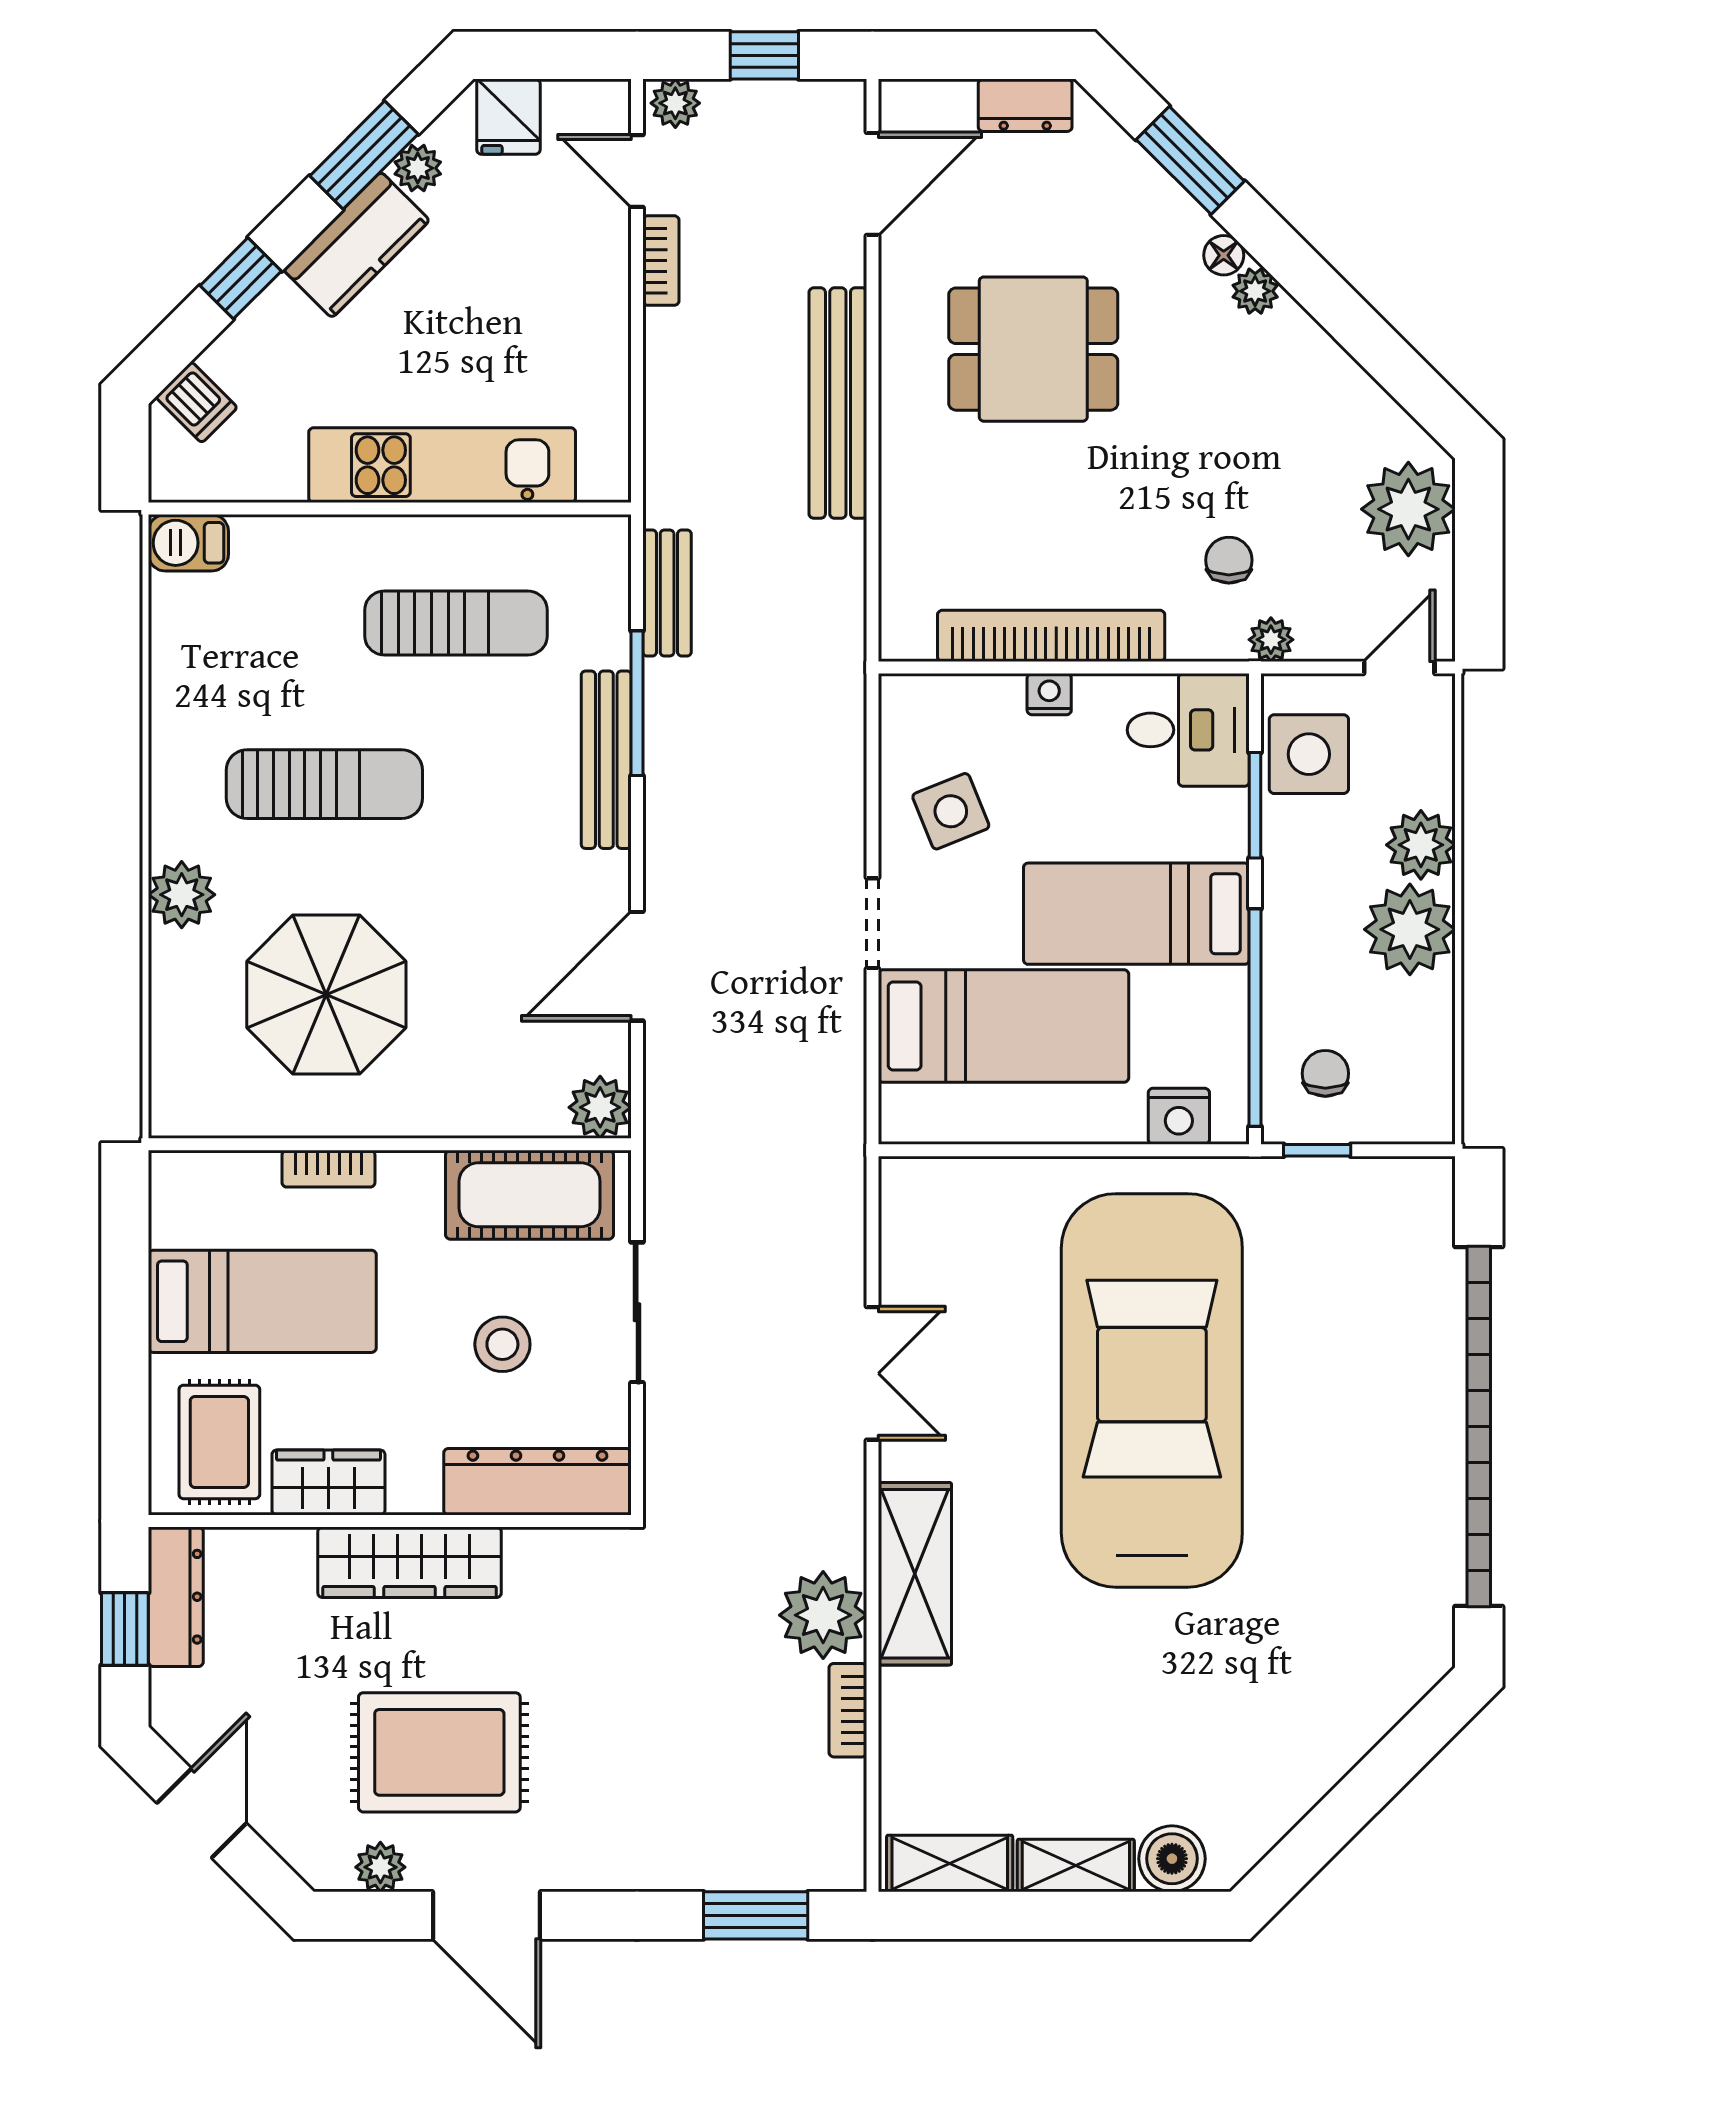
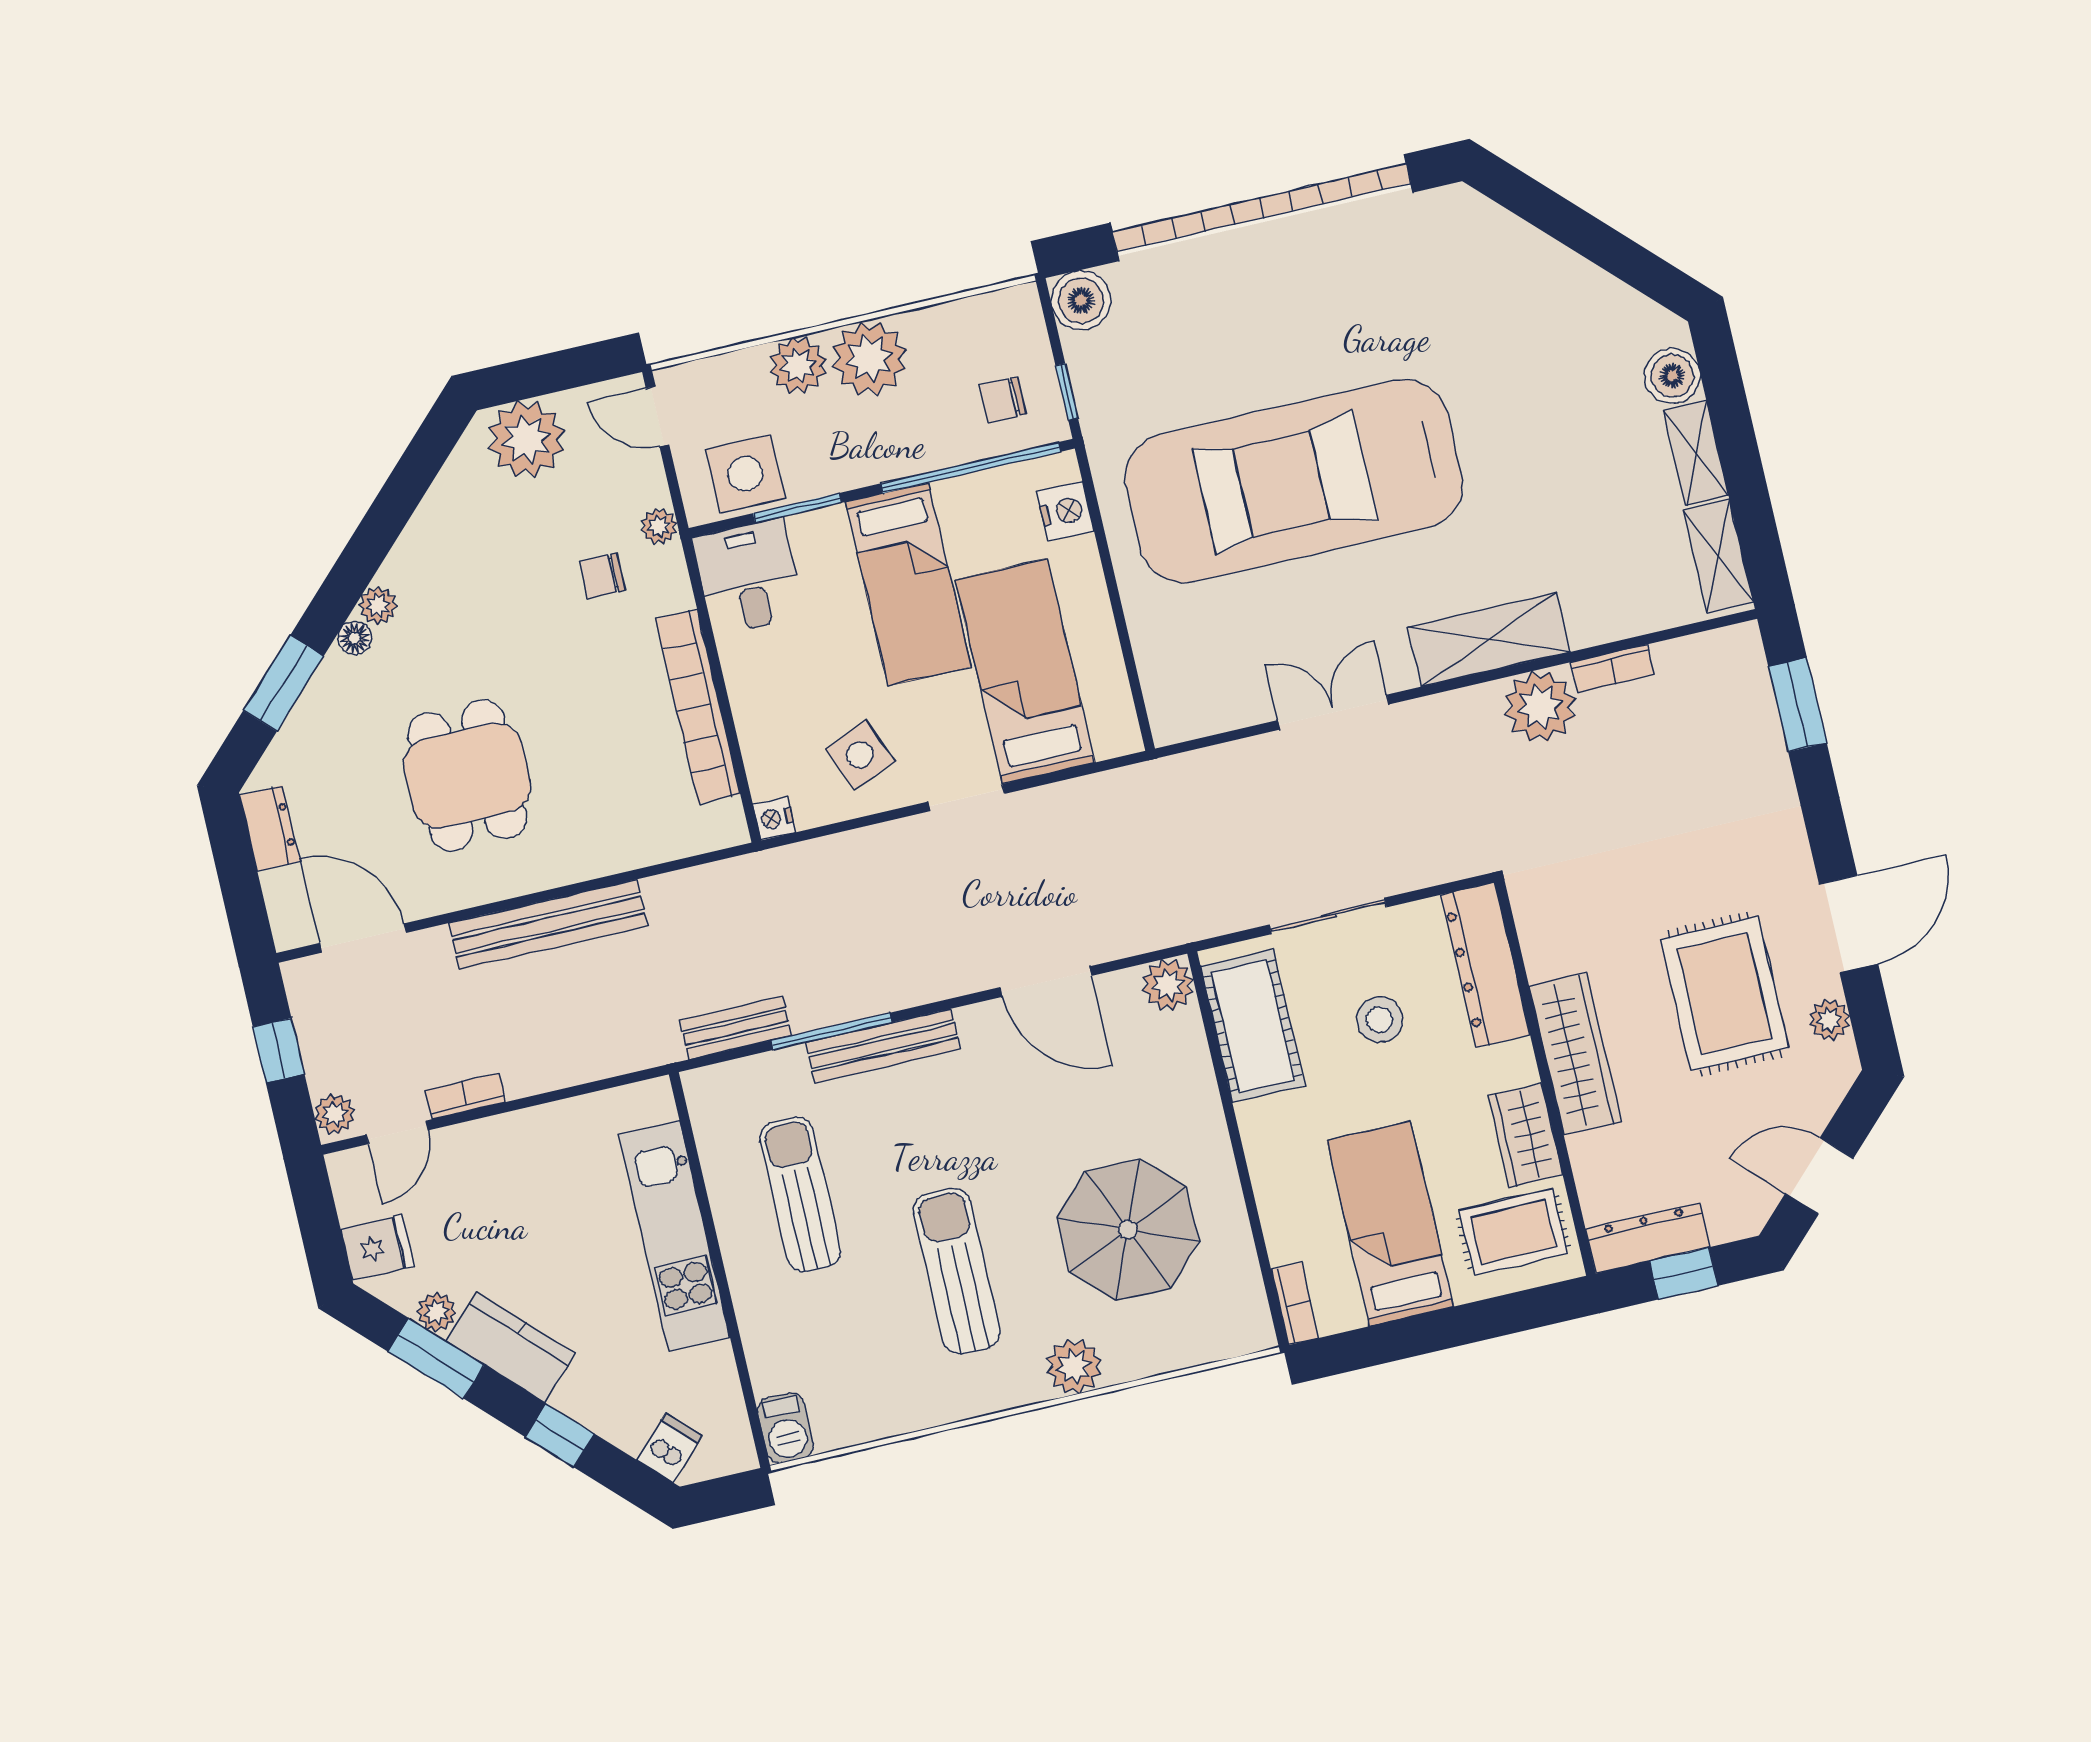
nightstand: (1049, 694) -> (774, 818), moved
bookcase: (328, 1169) -> (1295, 1304), moved
boiler: (1420, 1192) -> (1081, 300), added

